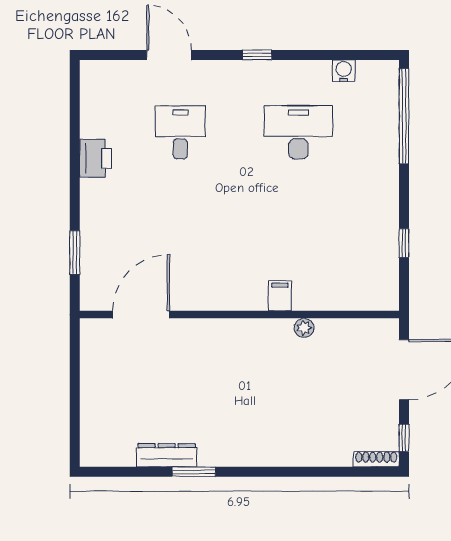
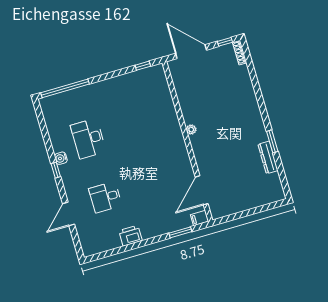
water cooler: (344, 71) -> (61, 158), moved
window: (404, 243) -> (143, 66), moved
filing cabinet: (280, 296) -> (200, 218), moved
door: (141, 315) -> (202, 190), hinge flipped
plant: (304, 328) -> (191, 129), moved

